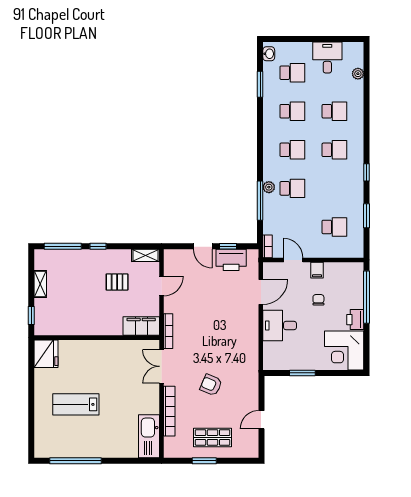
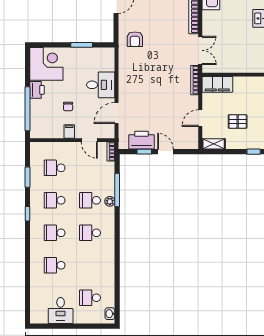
plant: (358, 74) -> (35, 297), removed
window: (260, 84) -> (117, 288), removed
school desk: (292, 111) -> (55, 200), moved
armchair: (211, 385) -> (135, 39), moved, turned 67

